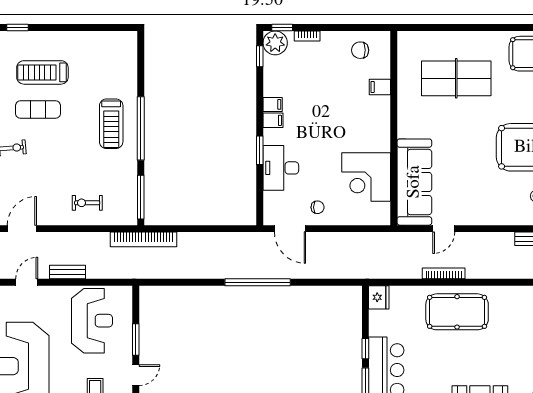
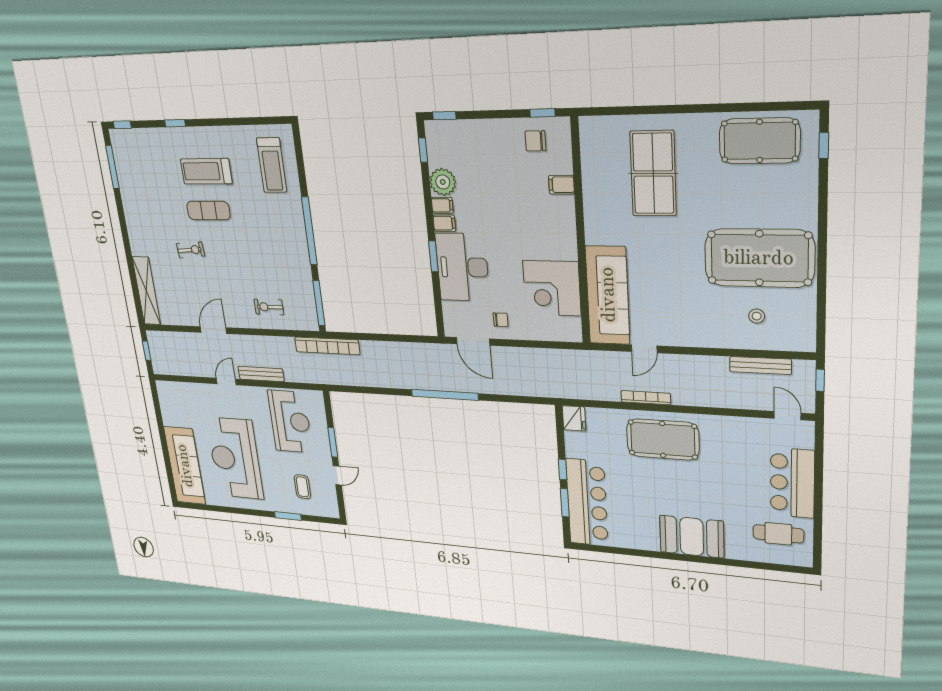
window: (368, 28) -> (542, 113), added
bookcase: (307, 36) -> (473, 125), removed
plant: (275, 43) -> (443, 182), moved
table tennis table: (456, 78) -> (653, 174), turned 90
treadmill: (111, 124) -> (272, 165), moved
desk: (281, 168) -> (462, 267), width x1.36, depth x1.30
bench: (67, 272) -> (261, 374), width x1.36

